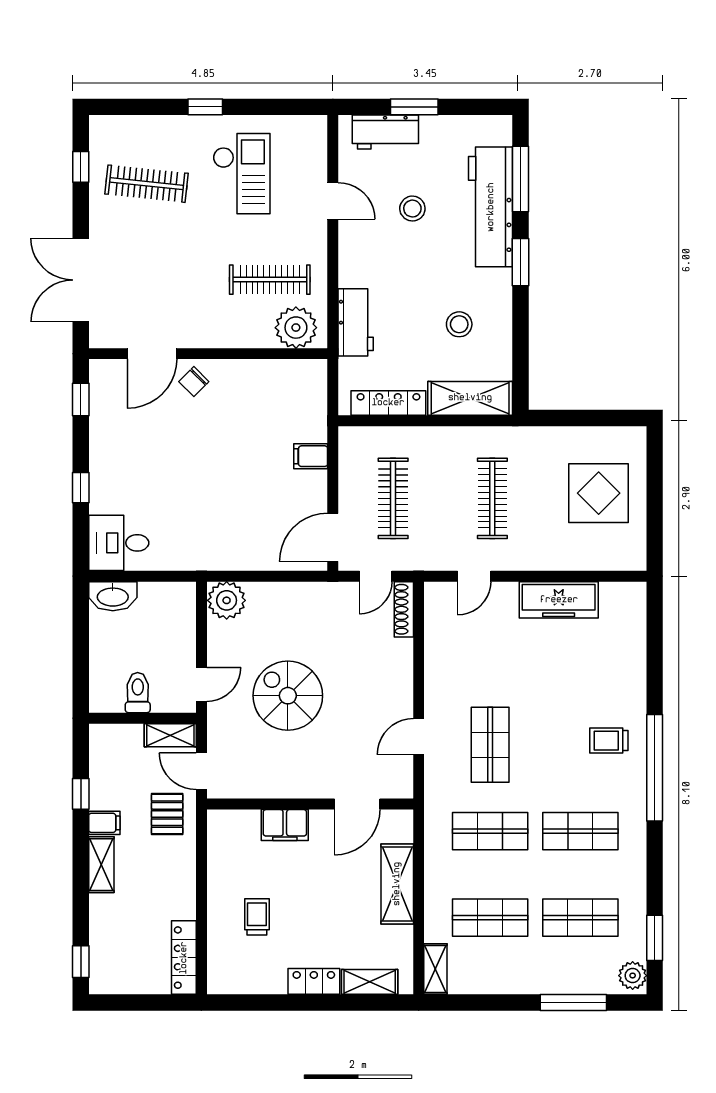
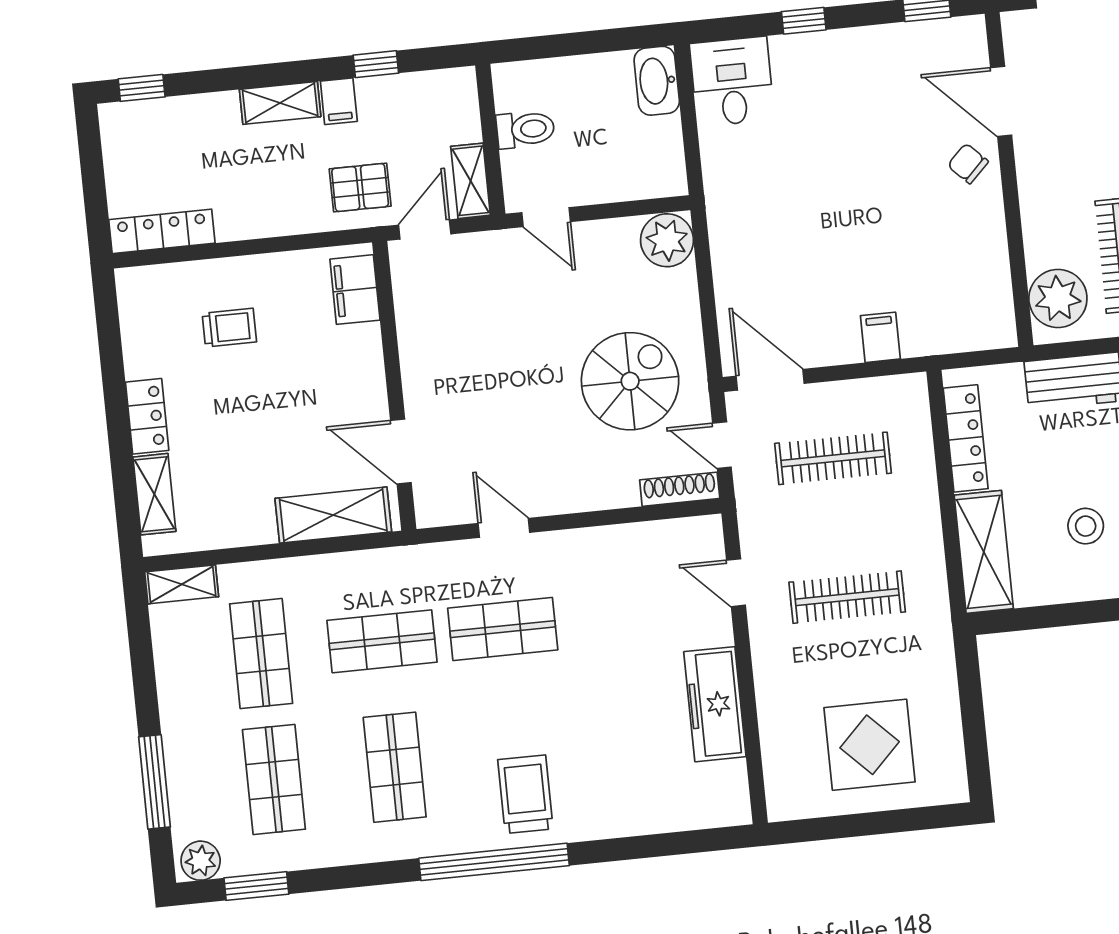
spiral stairs: (288, 696) -> (630, 381), moved
trolley: (609, 741) -> (525, 794), width x1.36, depth x1.39
filing cabinet: (285, 825) -> (355, 290), moved
shop shelf: (490, 831) -> (382, 641), turned 90
shelving: (397, 884) -> (333, 515), moved

